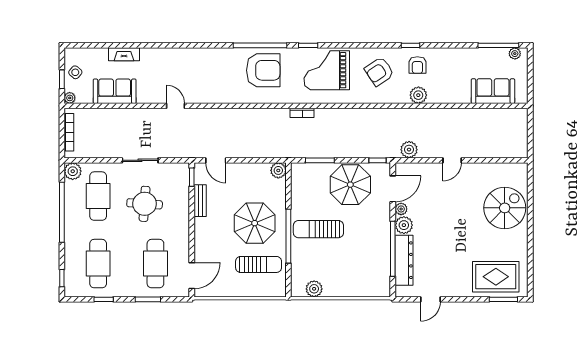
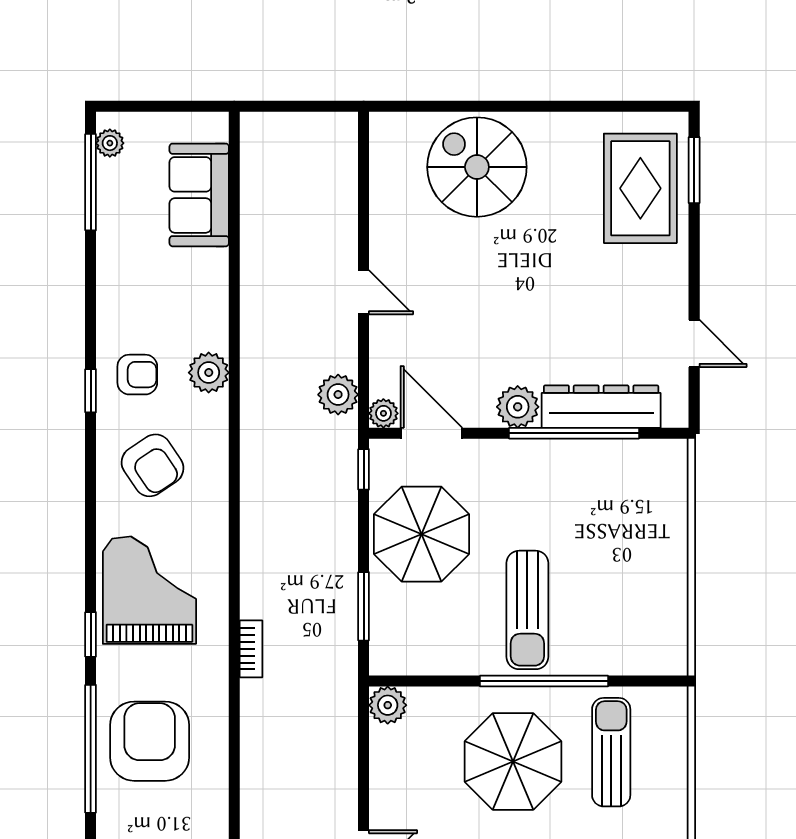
grand piano: (327, 70) -> (149, 590), turned 180
plant: (401, 209) -> (383, 413), moved
plant: (314, 289) -> (669, 620), removed

